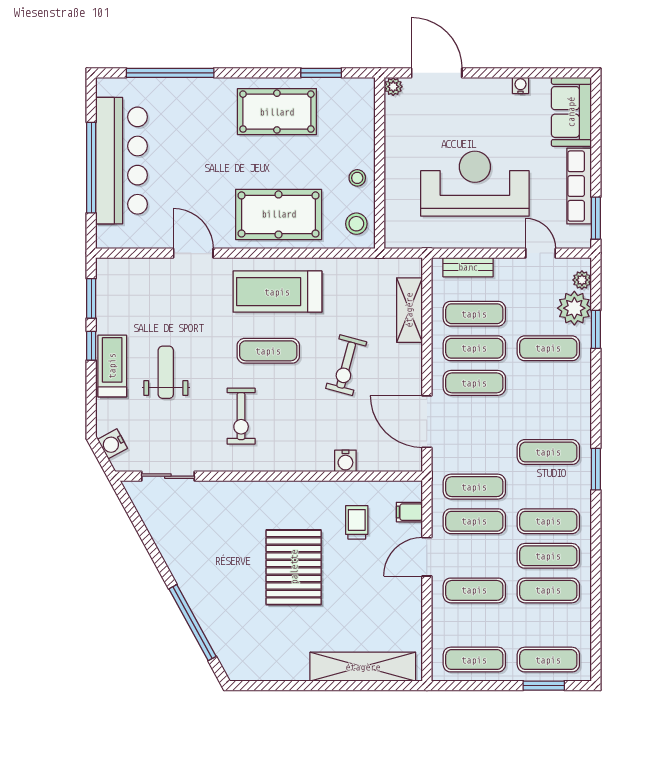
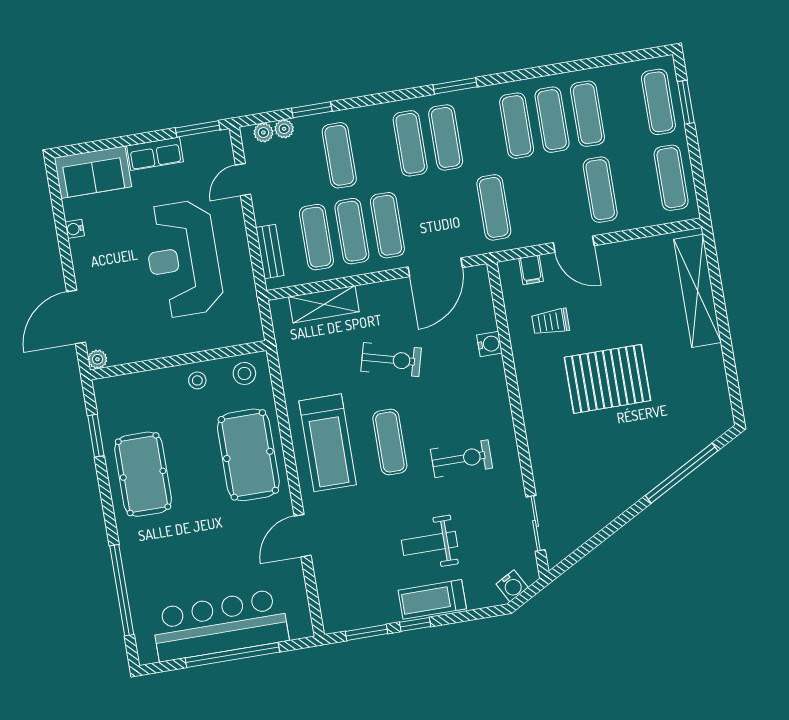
row of seats: (579, 186) -> (155, 154), width x0.68
plant: (574, 308) -> (284, 129), width x0.53, depth x0.53
exercise mat: (474, 521) -> (410, 143), moved

